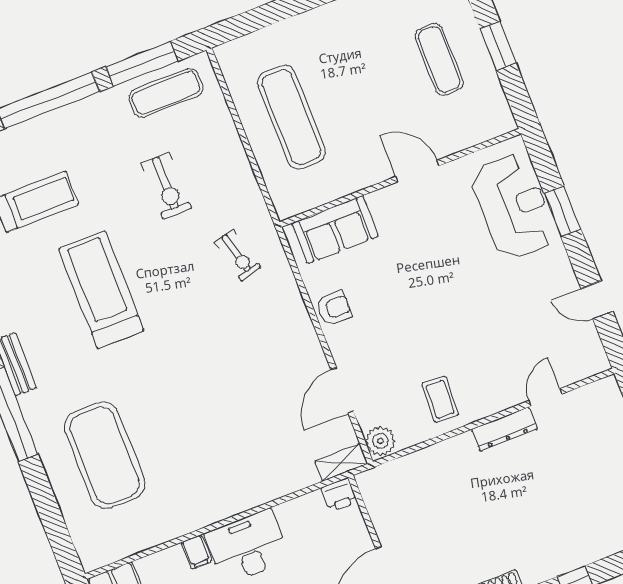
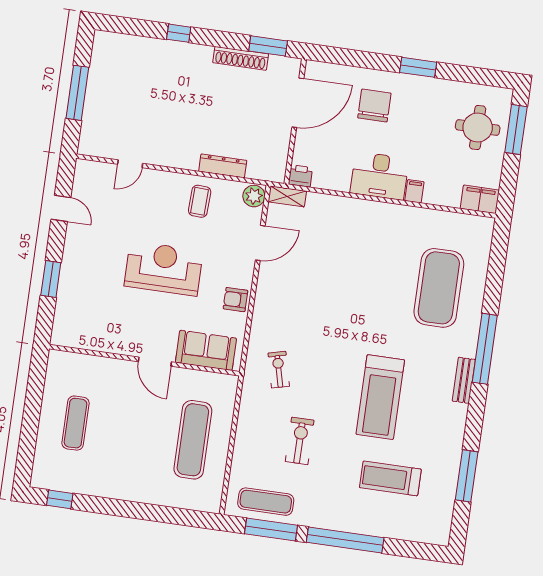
window: (498, 46) -> (32, 410), removed
door: (417, 171) -> (155, 362), moved
reception desk: (513, 206) -> (164, 268), moved, turned 90
dresser: (504, 429) -> (223, 166), moved

